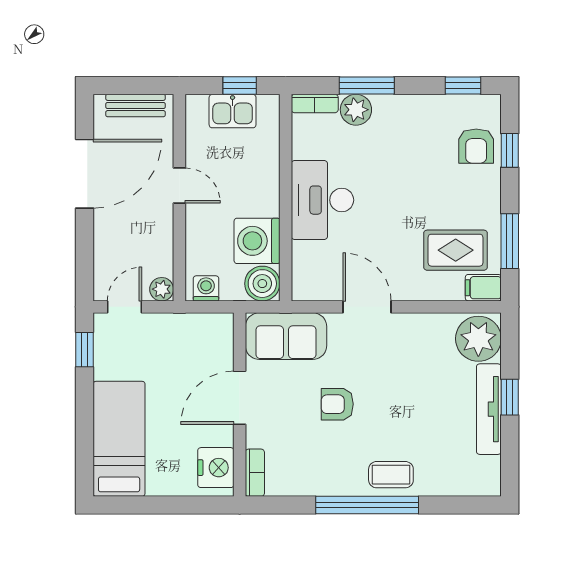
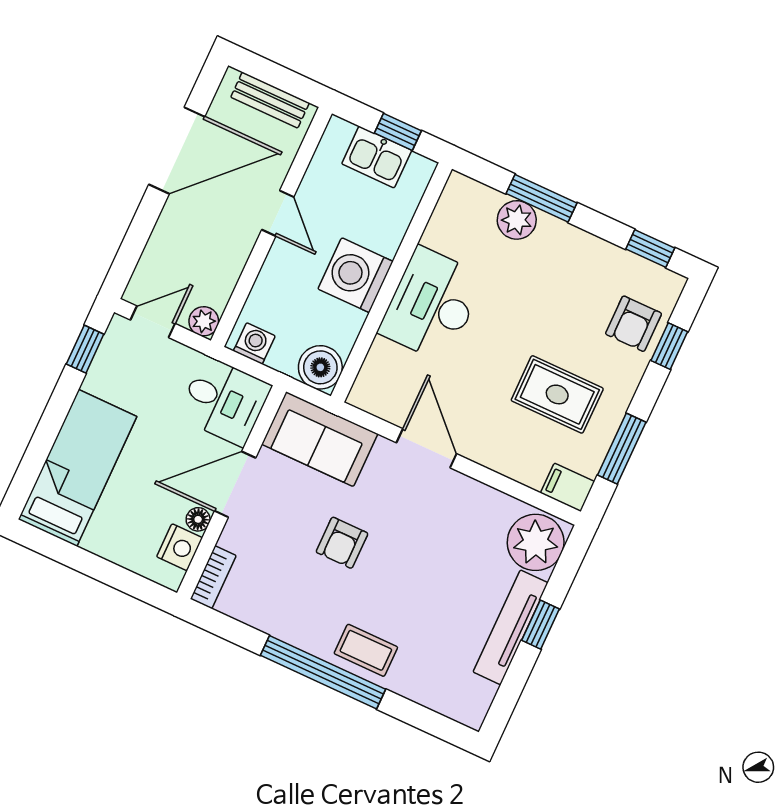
bookcase: (315, 104) -> (473, 191), removed
washing machine: (257, 241) -> (356, 275), moved
rug: (456, 250) -> (557, 394), moved
desk: (204, 341) -> (224, 401), added
armchair: (337, 404) -> (342, 543), turned -90
floor lamp: (224, 436) -> (198, 519), added
nightstand: (216, 468) -> (180, 547), width x0.74, depth x0.75

